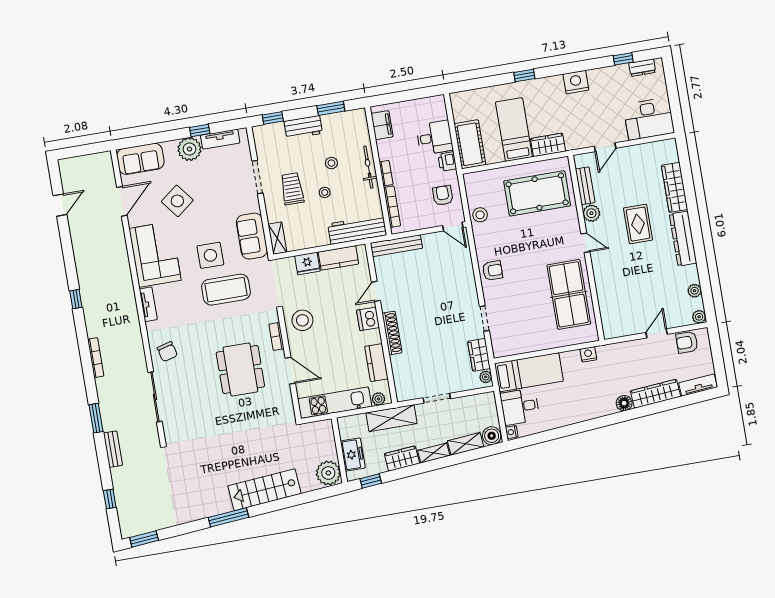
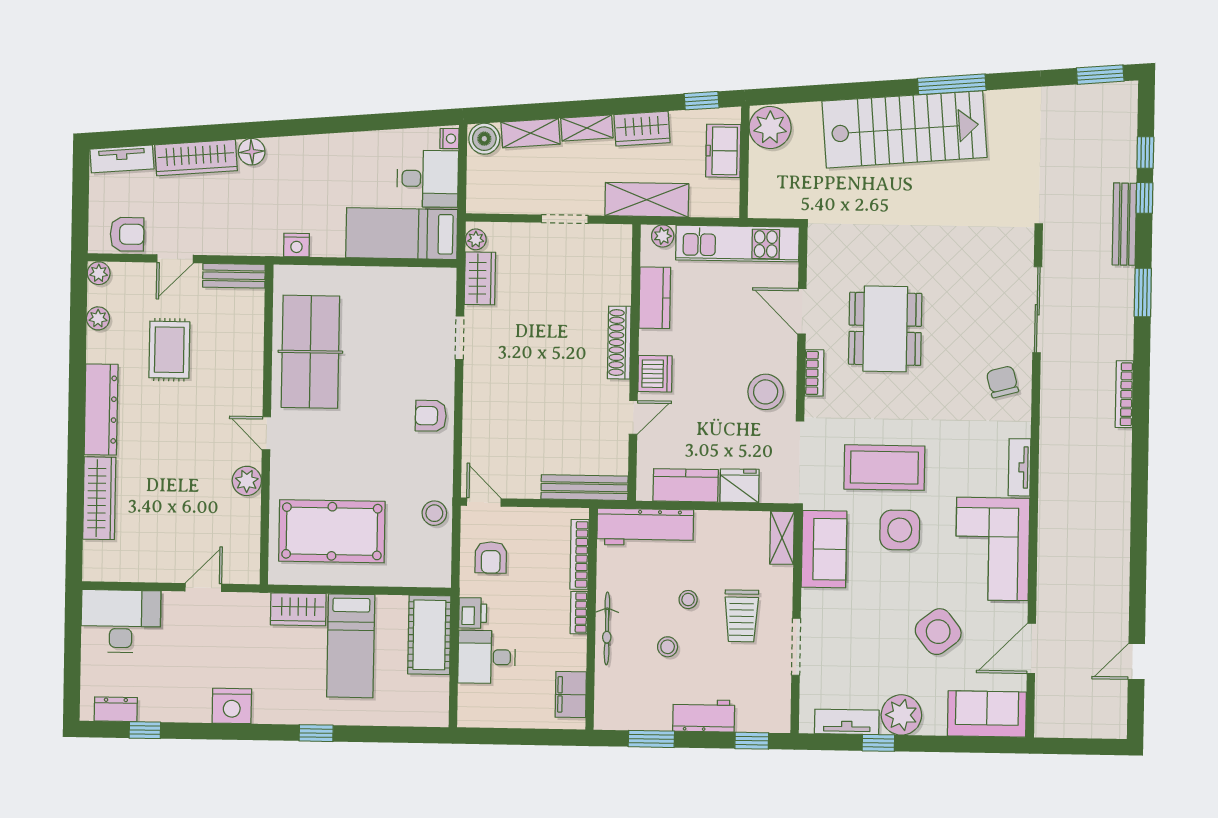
bench: (585, 186) -> (234, 276), moved, turned 90
rug: (638, 224) -> (169, 350), moved
window: (76, 299) -> (1144, 198), moved
bench: (113, 449) -> (1124, 224), width x1.36
stairs: (265, 490) -> (905, 129), width x1.36, depth x1.51

